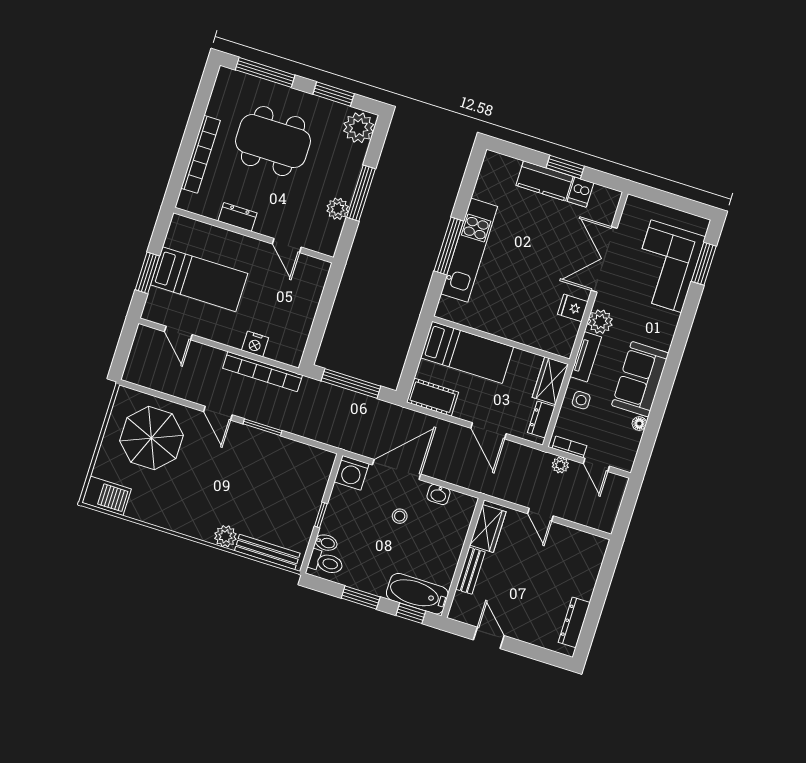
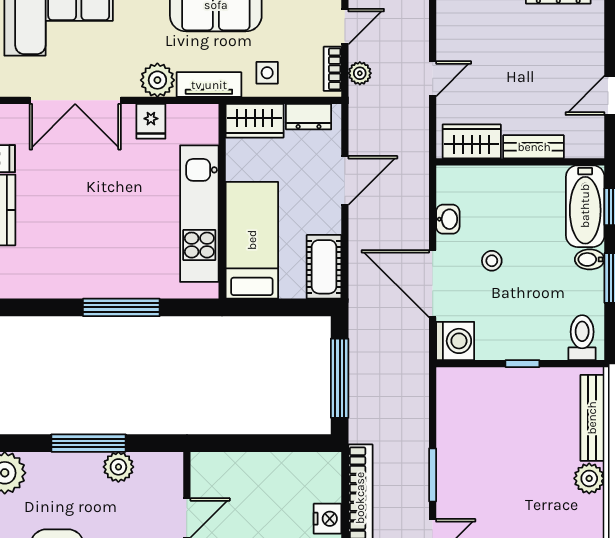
kitchen unit: (469, 250) -> (199, 214), moved, turned -90
bidet: (326, 543) -> (590, 259), moved, turned -90

